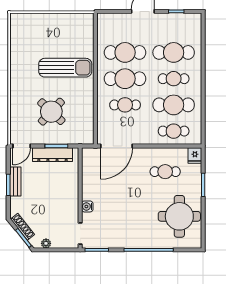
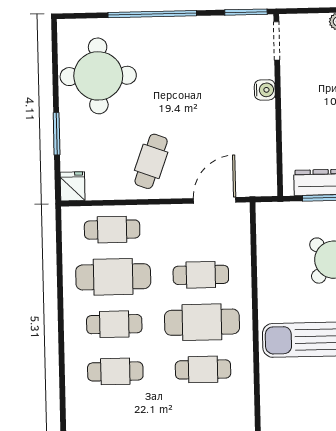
cafe table: (125, 52) -> (203, 369), width x0.73, depth x0.74
cafe table: (174, 52) -> (115, 371), width x0.73, depth x0.74
door: (116, 146) -> (215, 200), width x0.73
cafe table: (165, 172) -> (151, 161), moved, turned -70

